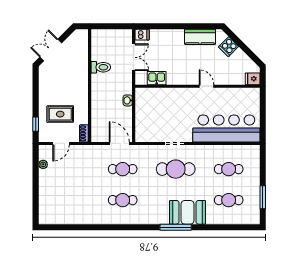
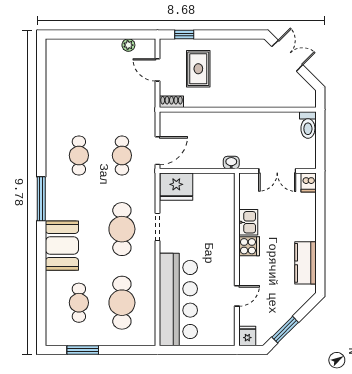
cooker: (229, 47) -> (249, 246), moved, turned 135
window: (248, 52) -> (285, 330), added
toilet: (101, 67) -> (308, 125), moved
kitchen sink: (157, 78) -> (248, 222), moved
door: (206, 86) -> (237, 296), moved
washbasin: (128, 100) -> (231, 163), moved
fridge: (145, 130) -> (176, 187), added
cafe table: (229, 169) -> (122, 303), width x1.37, depth x1.35
window: (176, 227) -> (41, 199), moved

